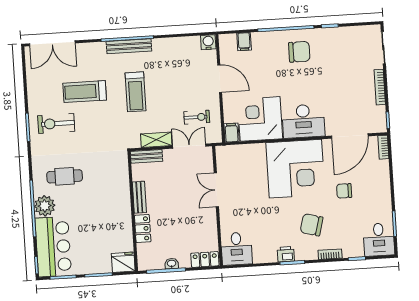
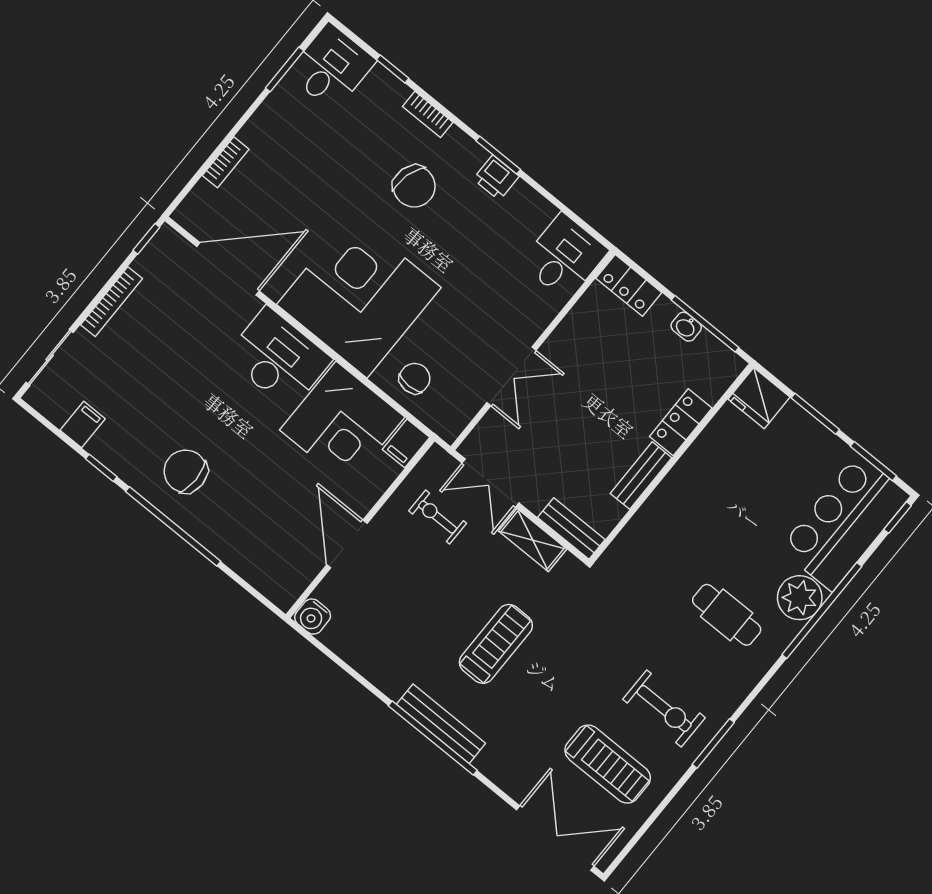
filing cabinet: (244, 42) -> (83, 424), moved
treadmill: (85, 92) -> (608, 764), moved
bookcase: (383, 147) -> (226, 162), moved
chair: (344, 191) -> (415, 378), moved, turned -90

